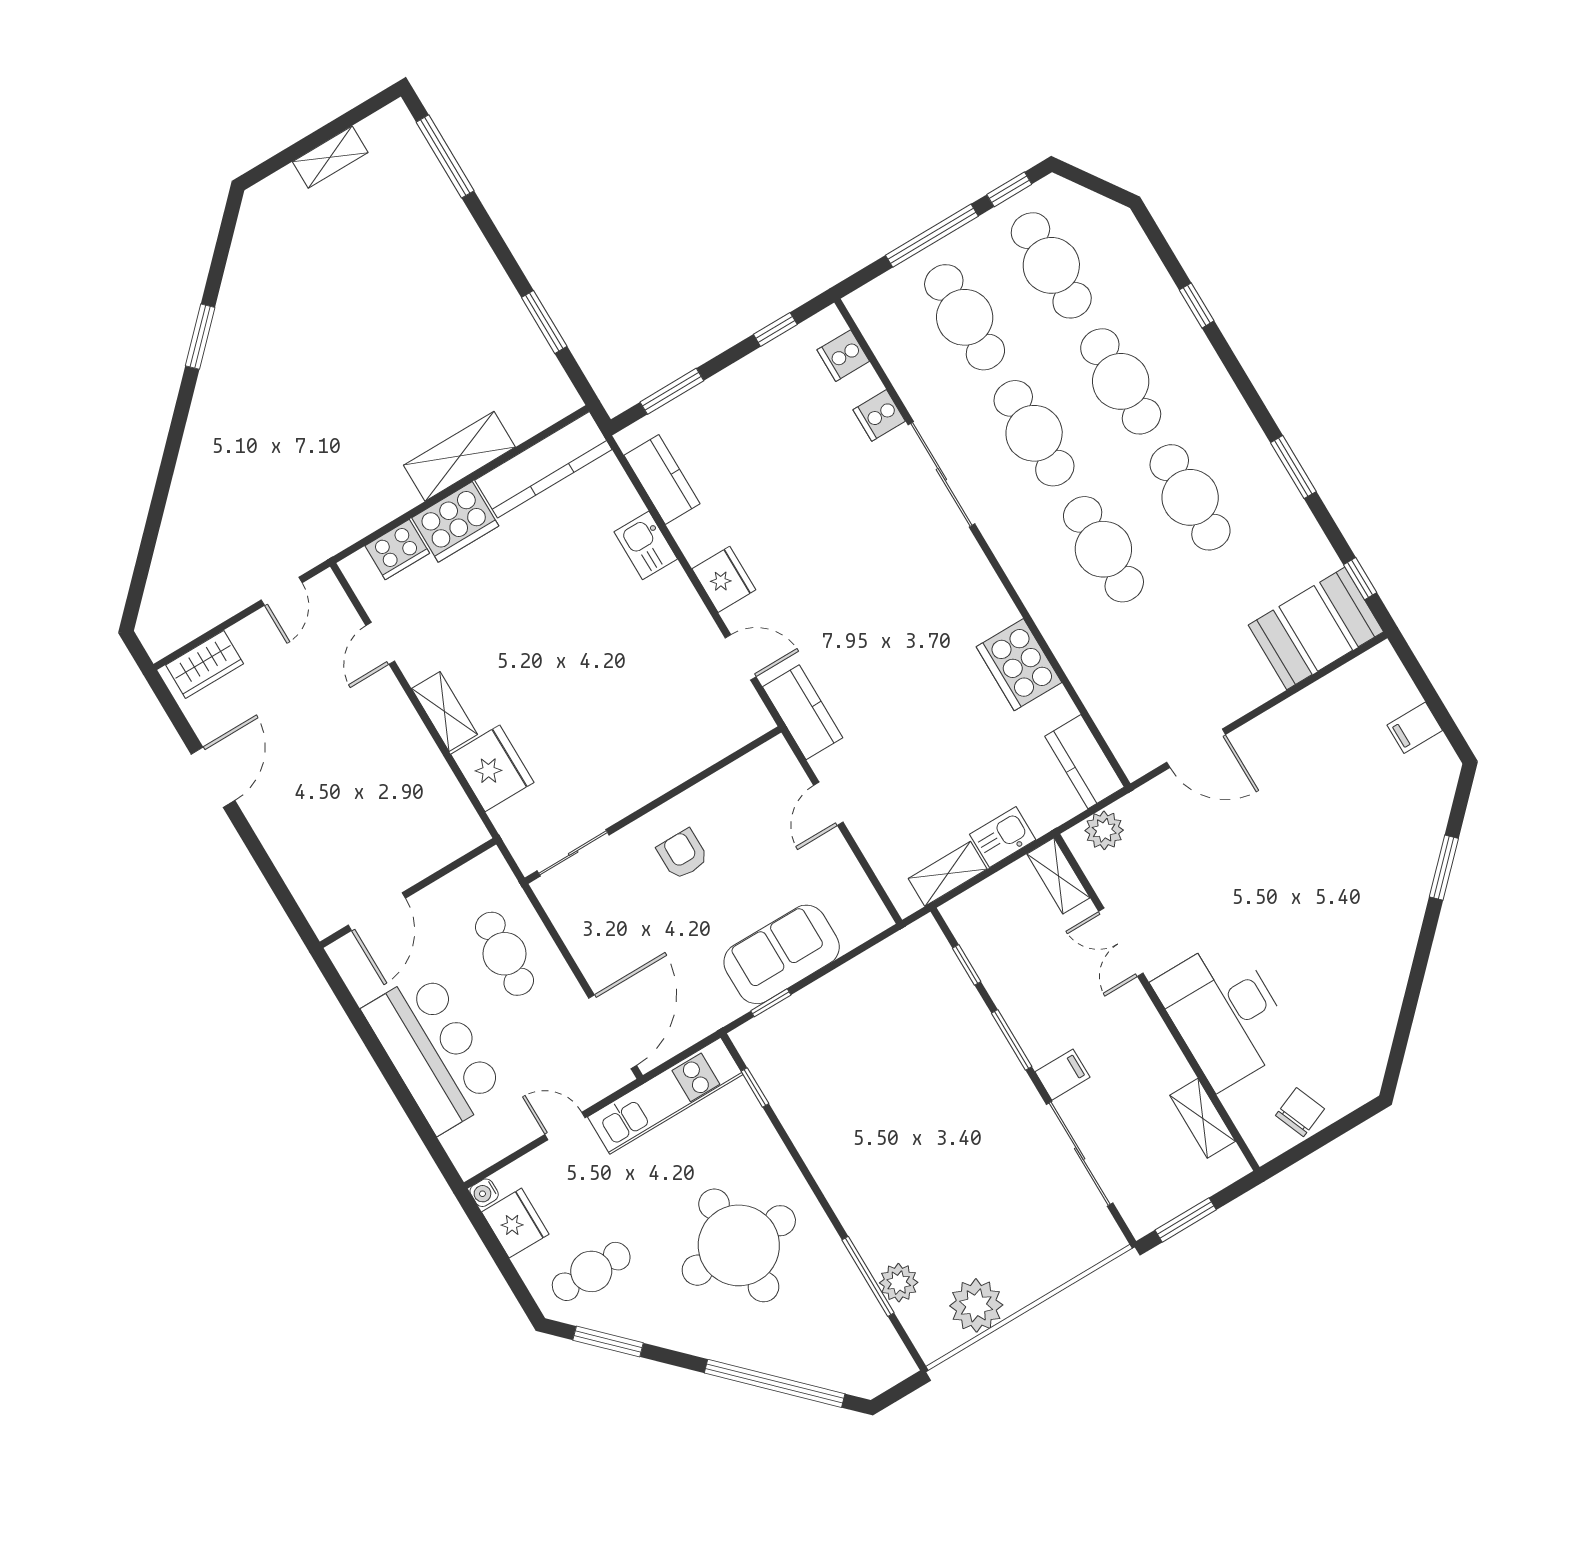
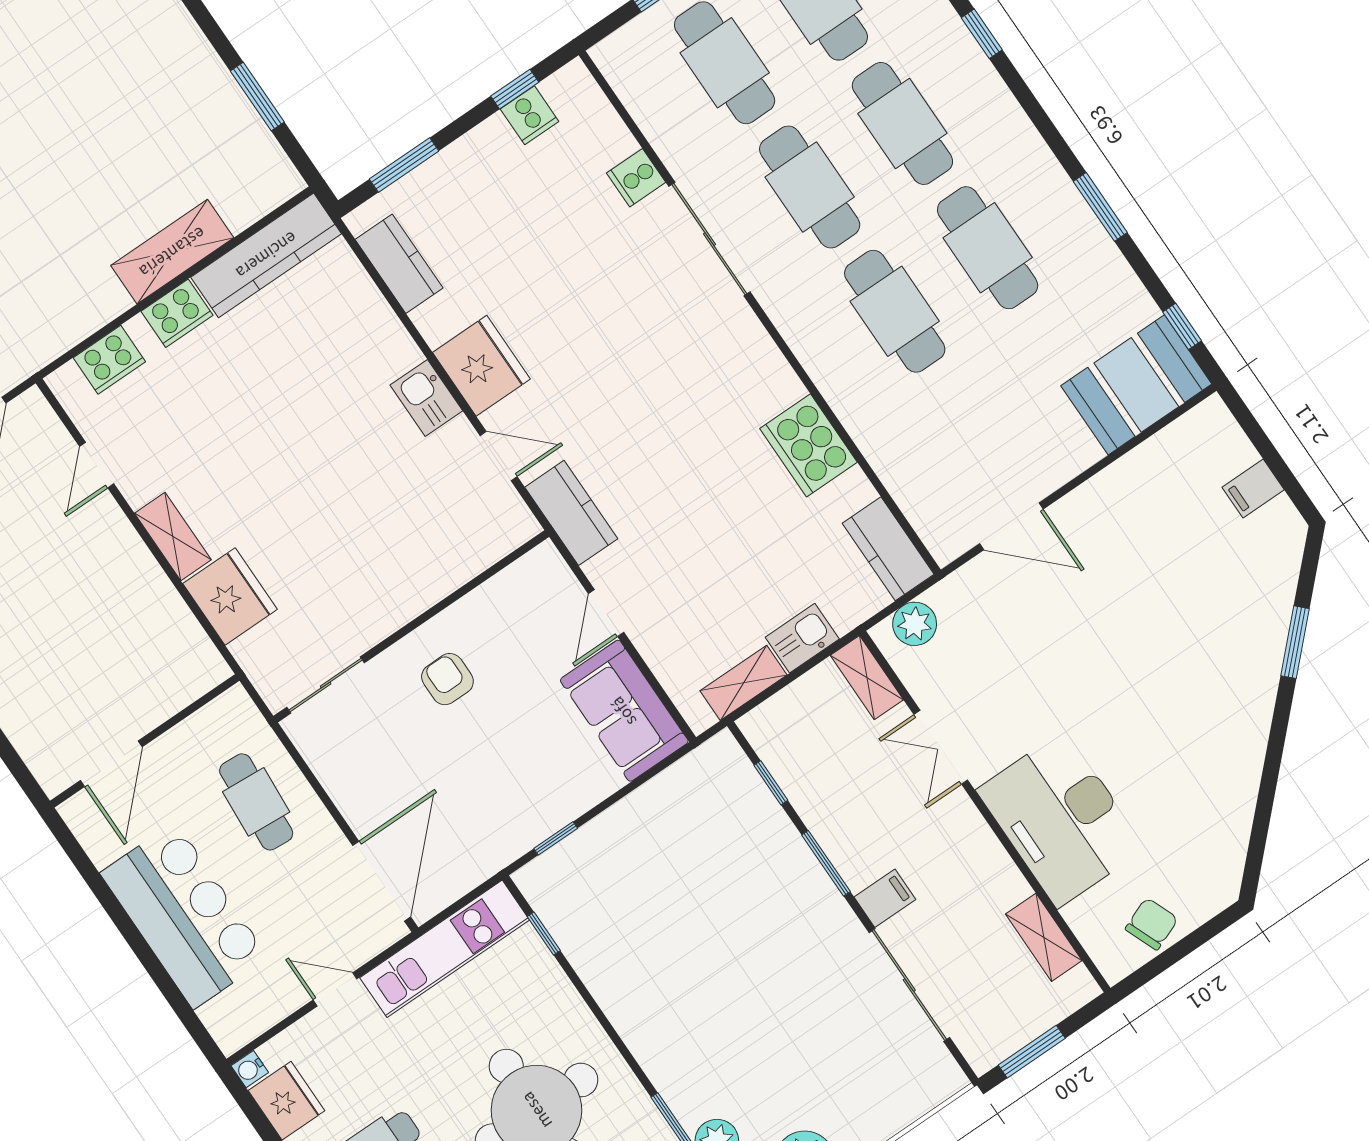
cooker: (843, 356) -> (530, 115), moved, turned -90
cooker: (455, 522) -> (177, 313), width x0.73, depth x0.76
kitchen sink: (646, 545) -> (426, 398), moved
fridge: (724, 579) -> (481, 366), width x1.36, depth x1.34
sofa: (782, 954) -> (624, 711), moved, turned -90

